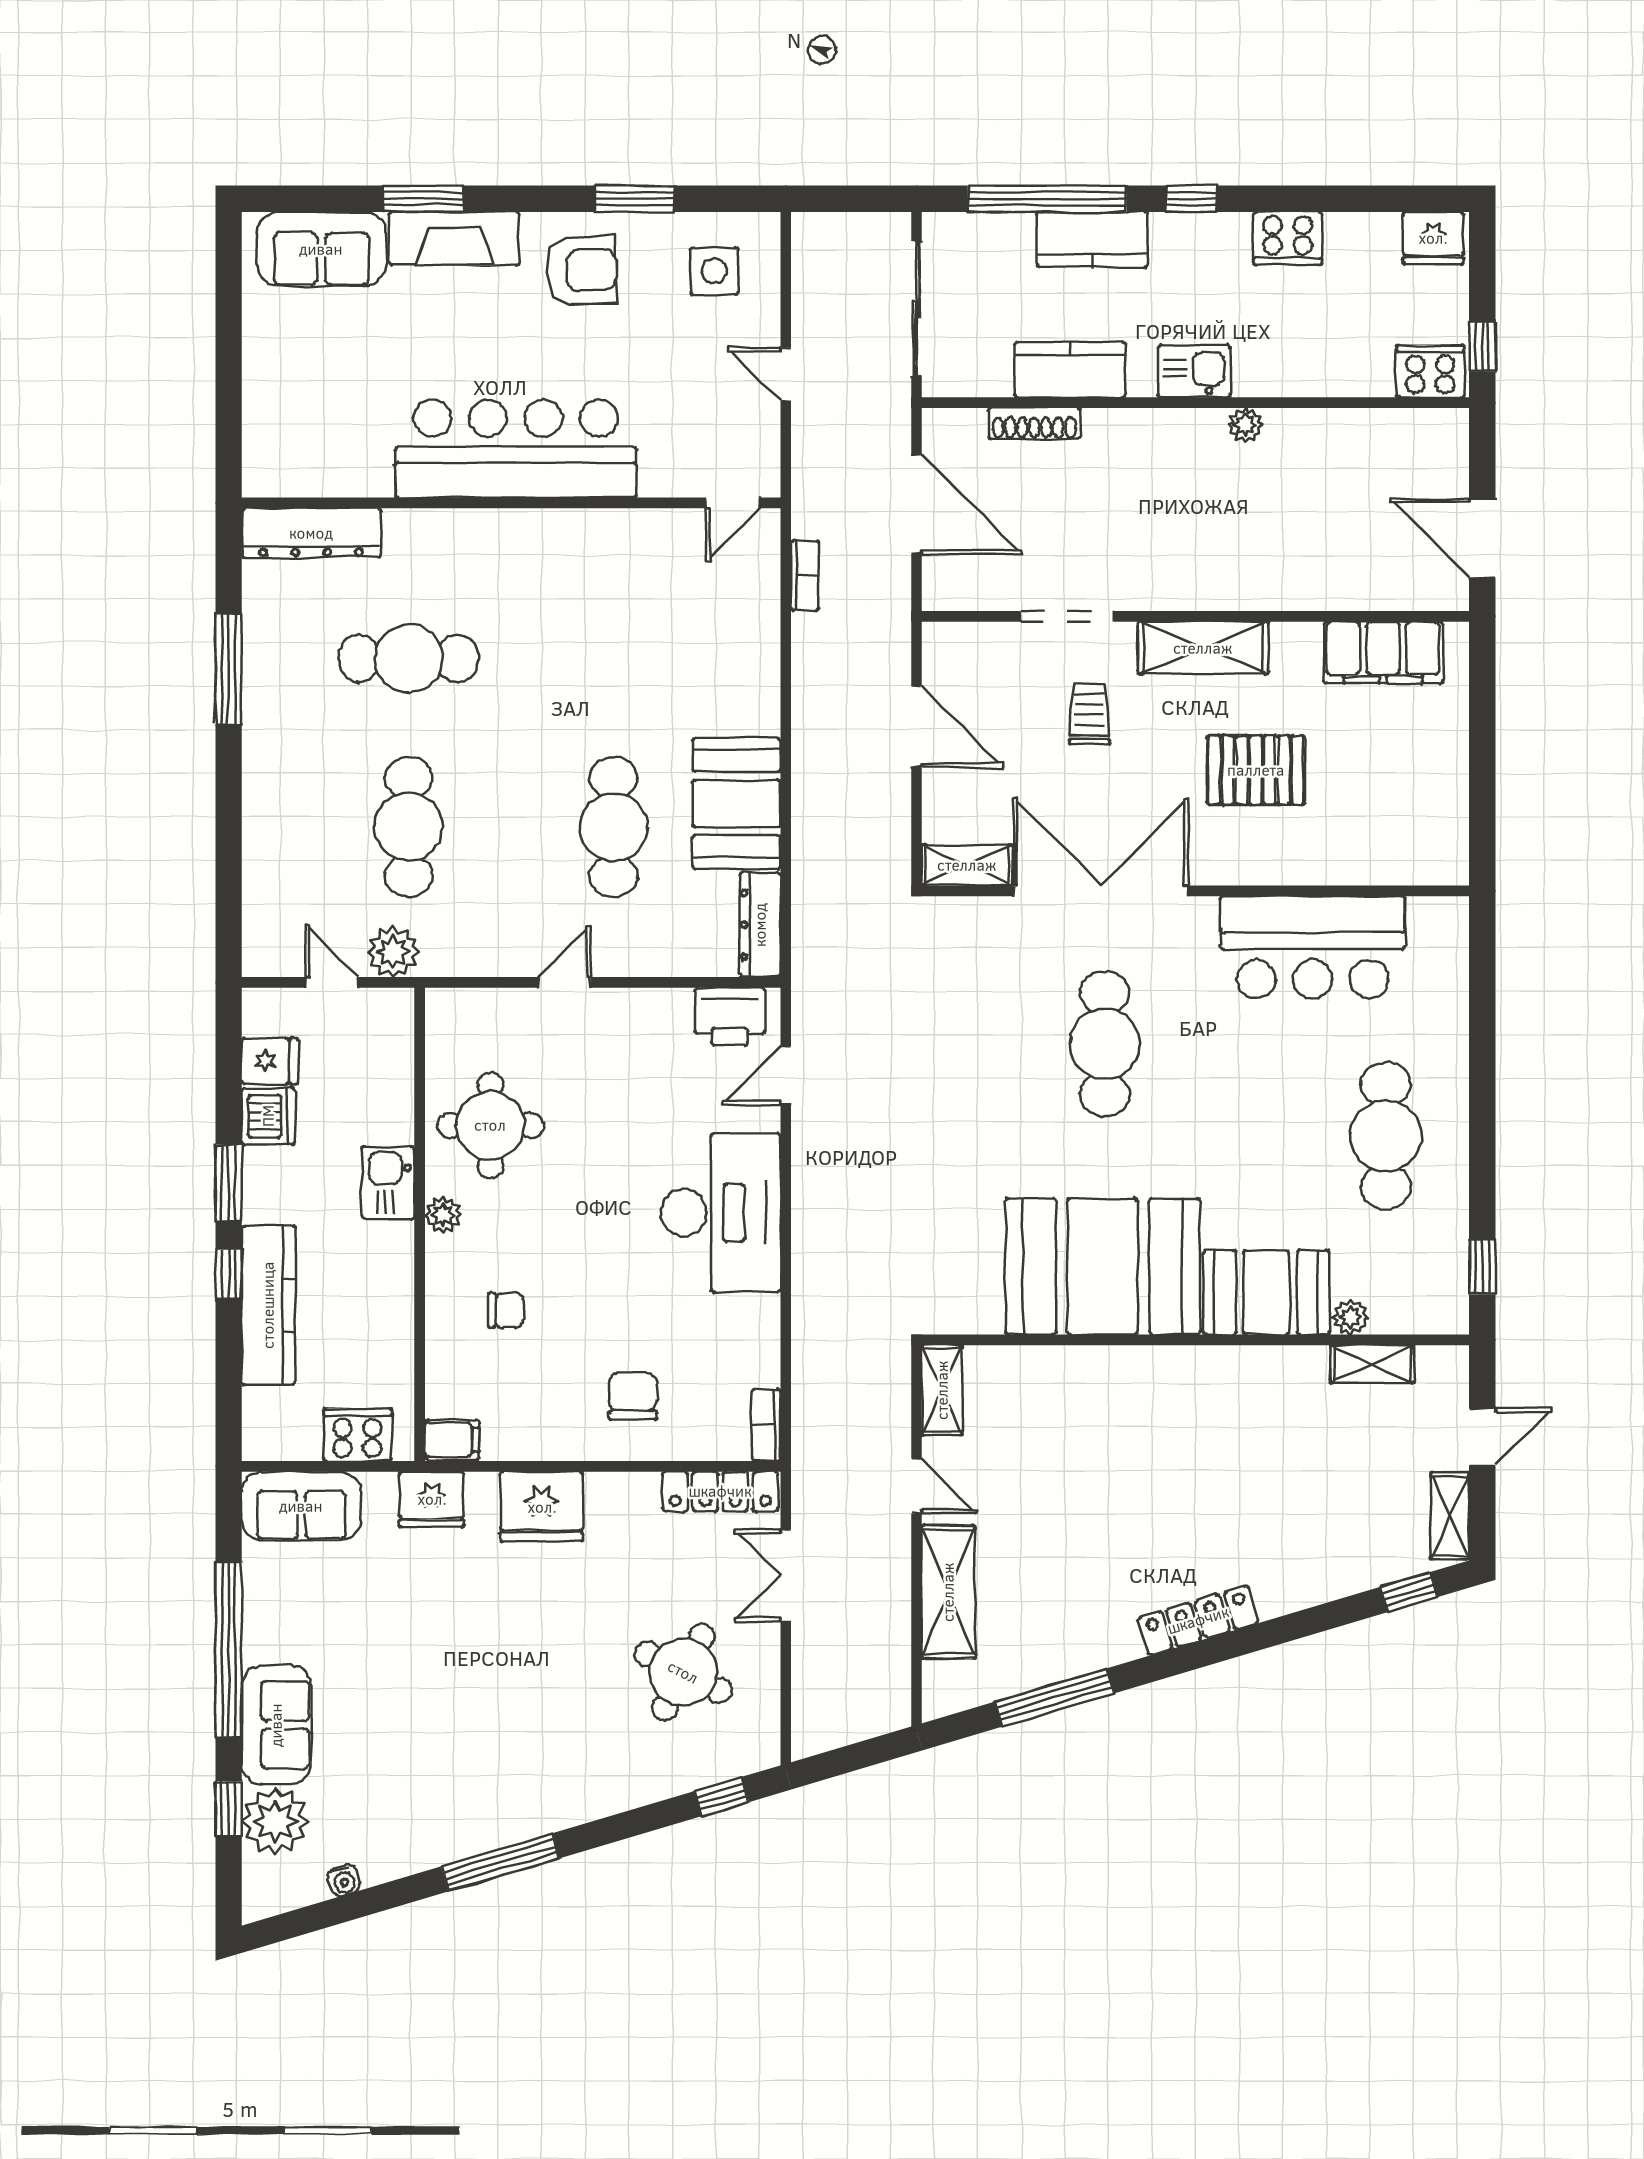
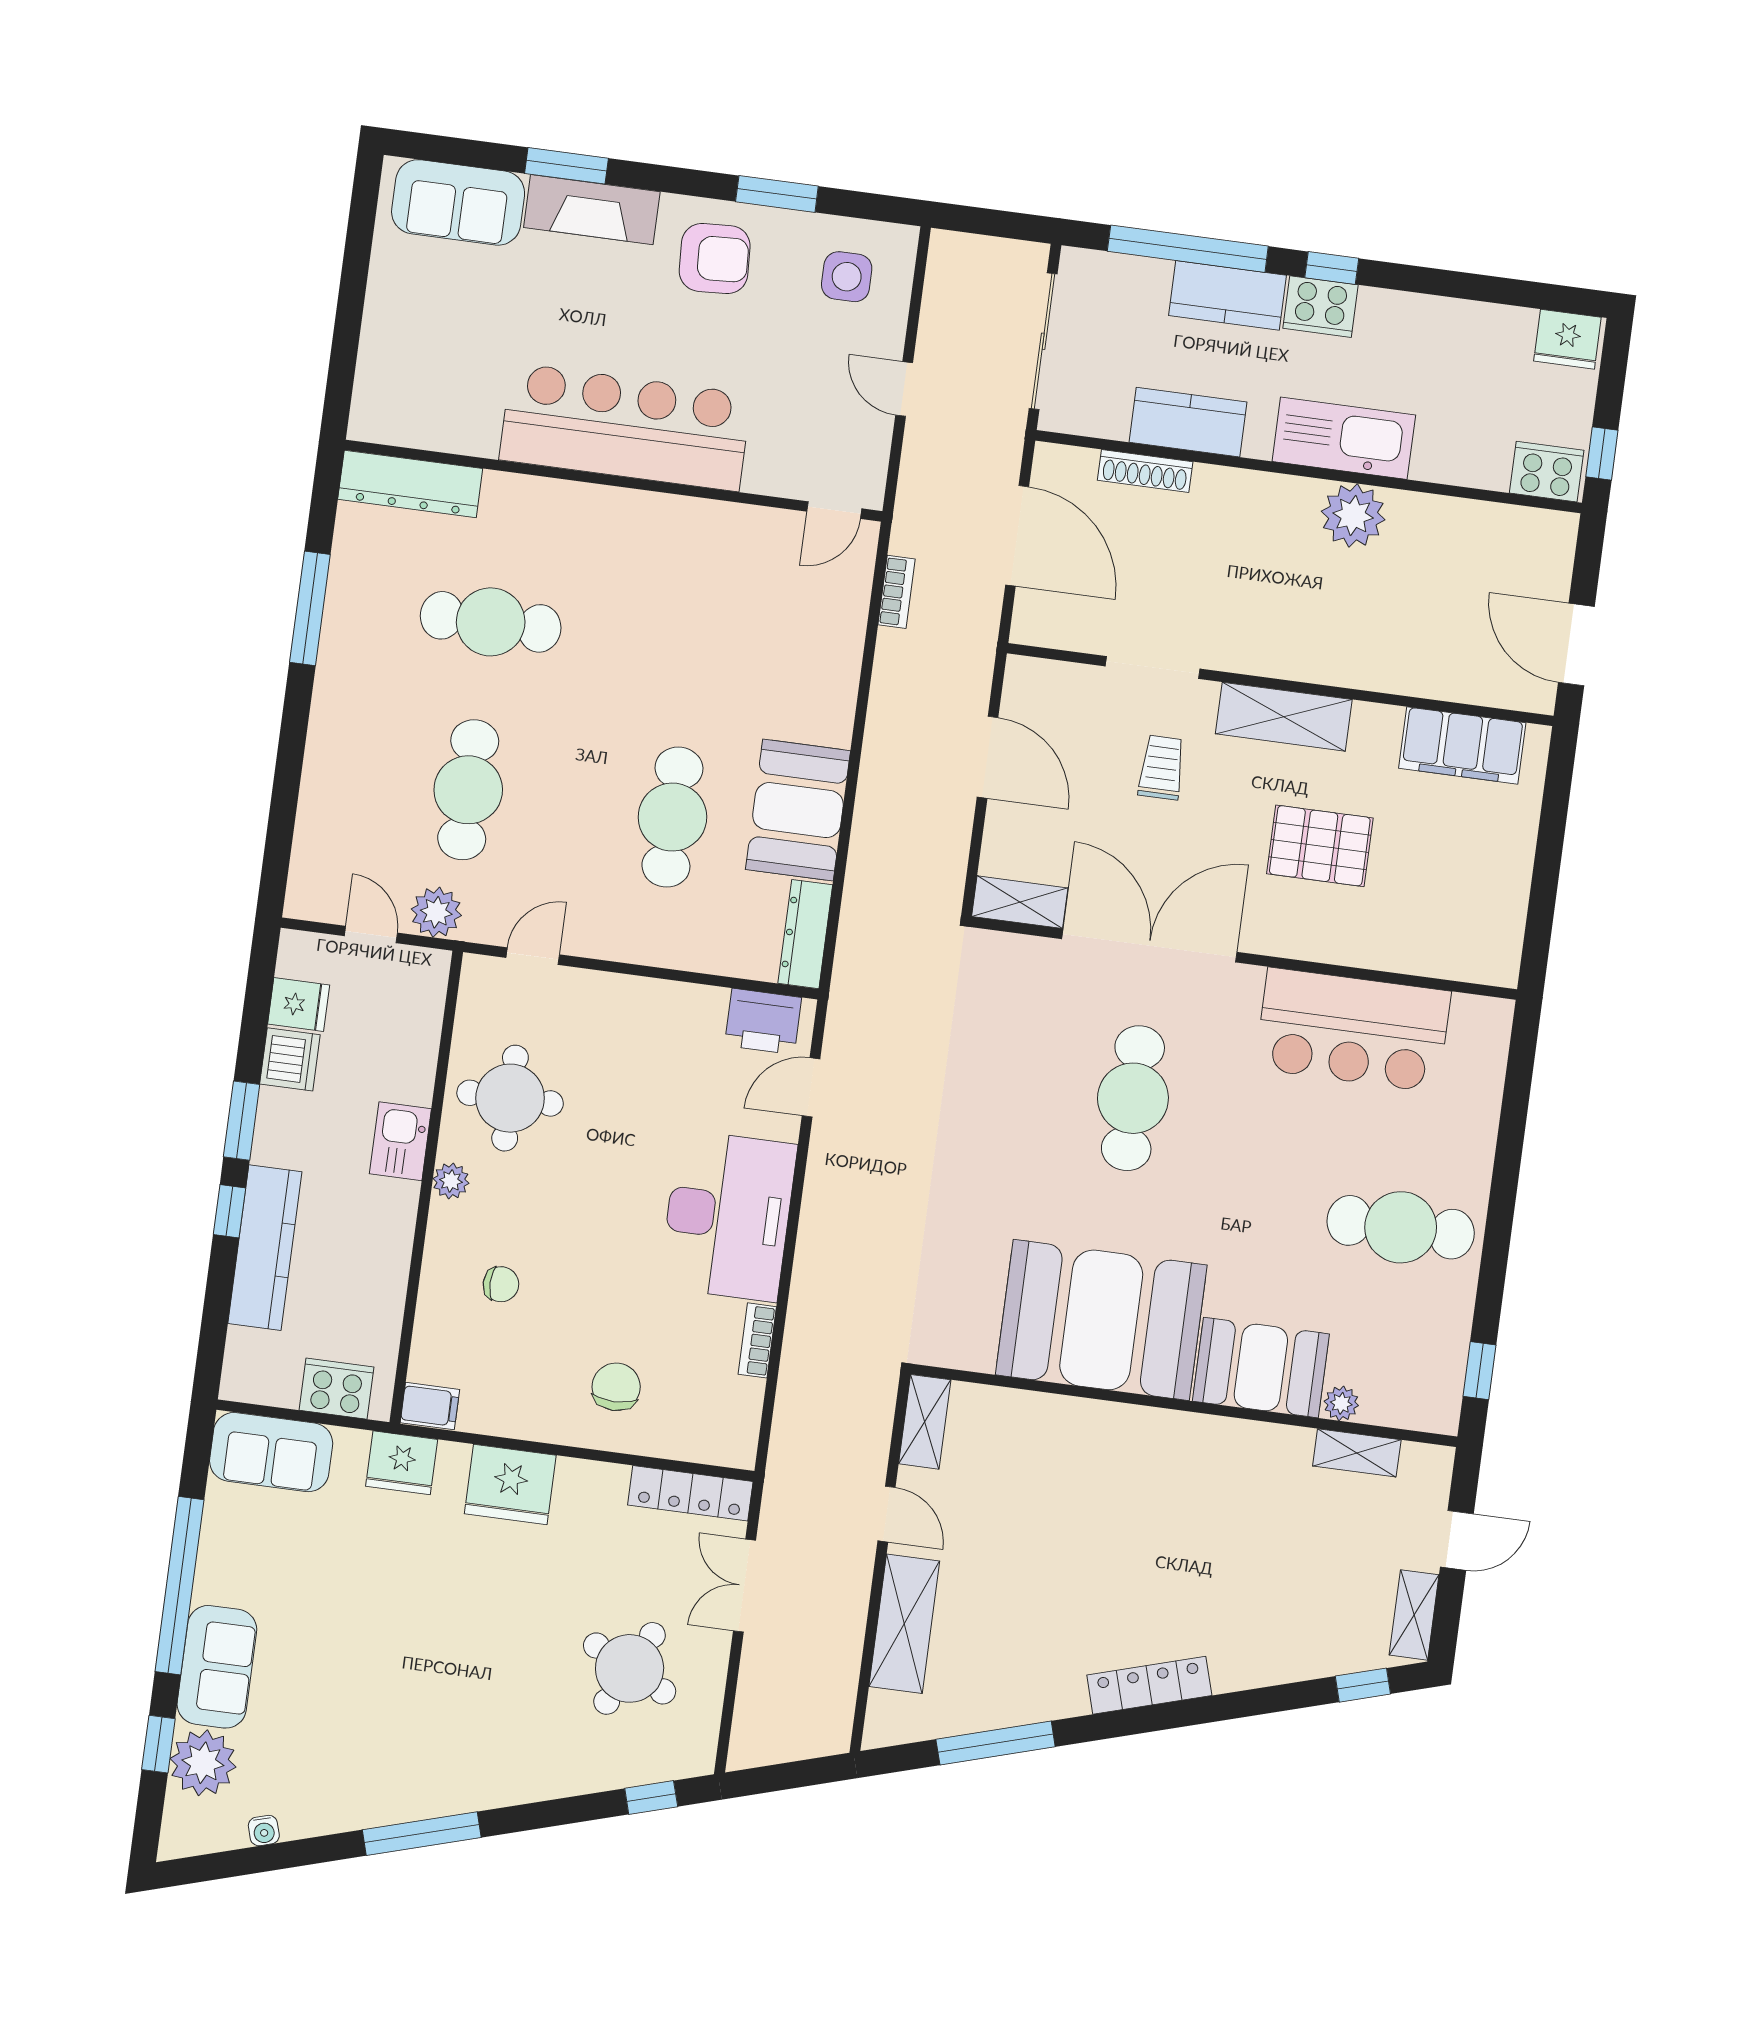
cooker: (1288, 238) -> (1321, 307), moved
kitchen sink: (1194, 371) -> (1344, 438), width x1.87, depth x1.24
plant: (1245, 425) -> (1353, 516), width x1.88, depth x1.88
door: (564, 982) -> (533, 956), moved
cafe table: (1386, 1136) -> (1401, 1227), turned 90
bookcase: (766, 1425) -> (757, 1340), moved

